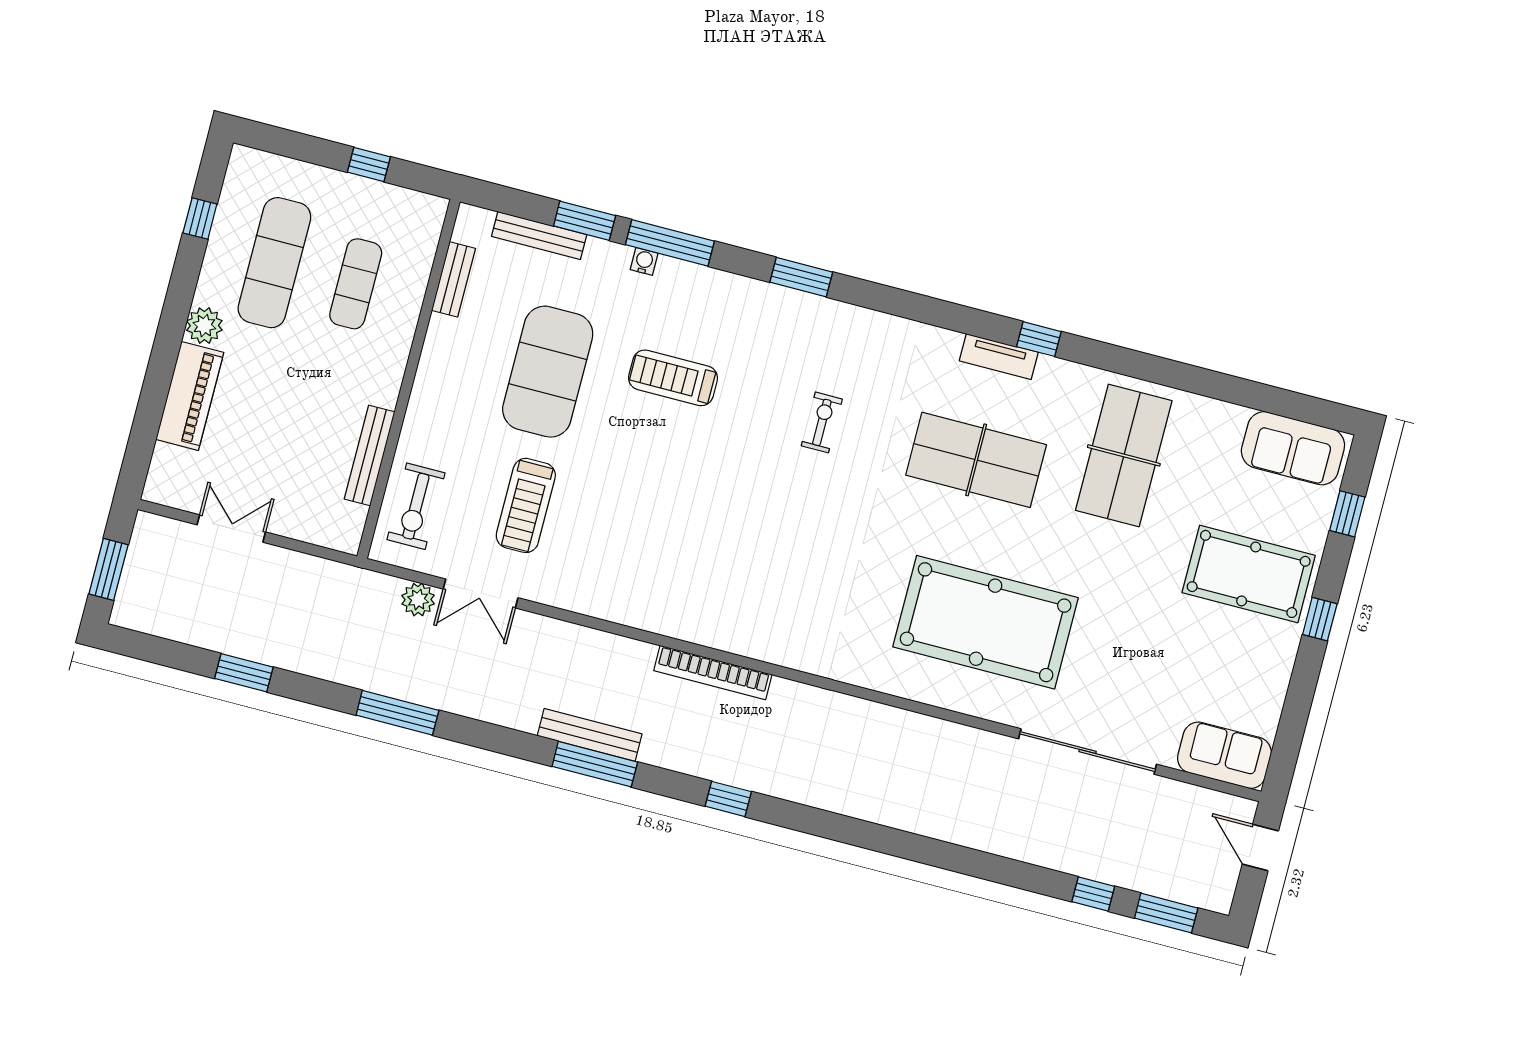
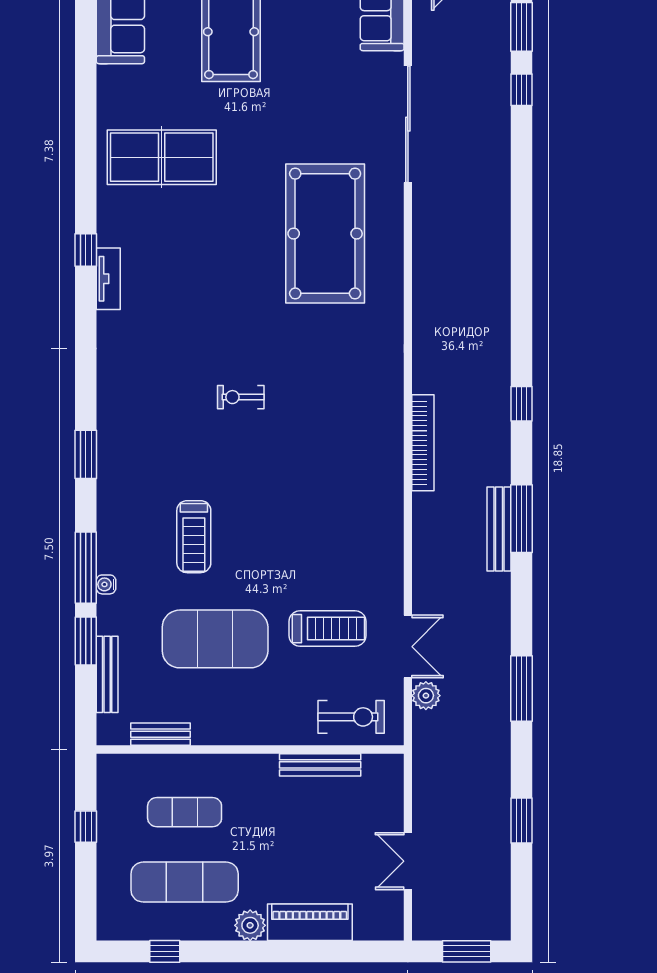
exercise bike: (822, 422) -> (241, 397), moved
table tennis table: (976, 460) -> (196, 275), removed

